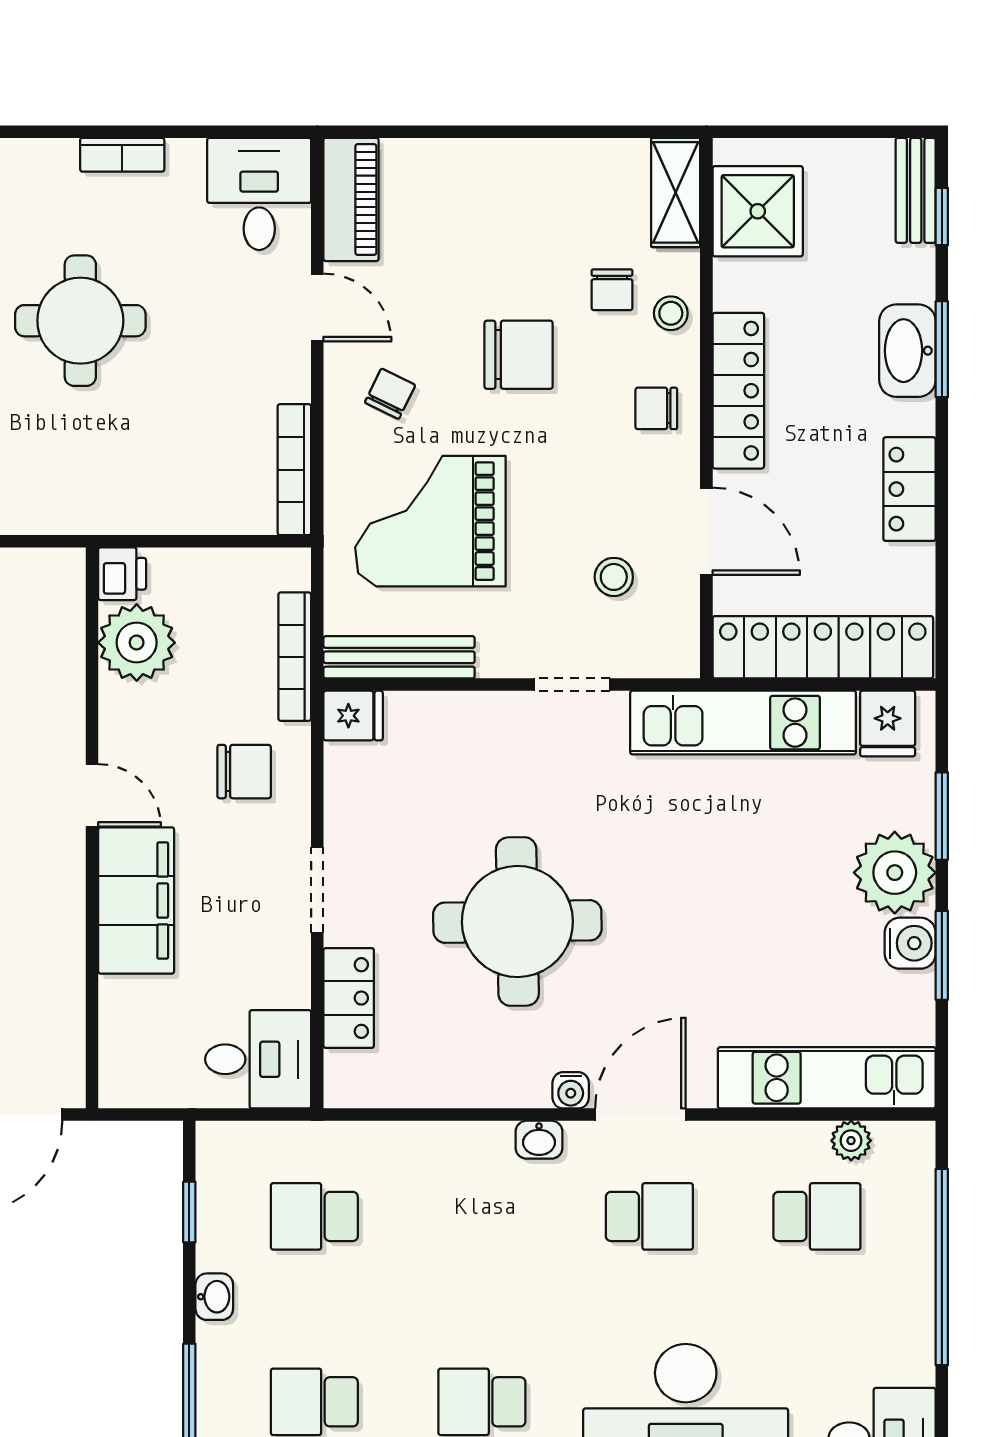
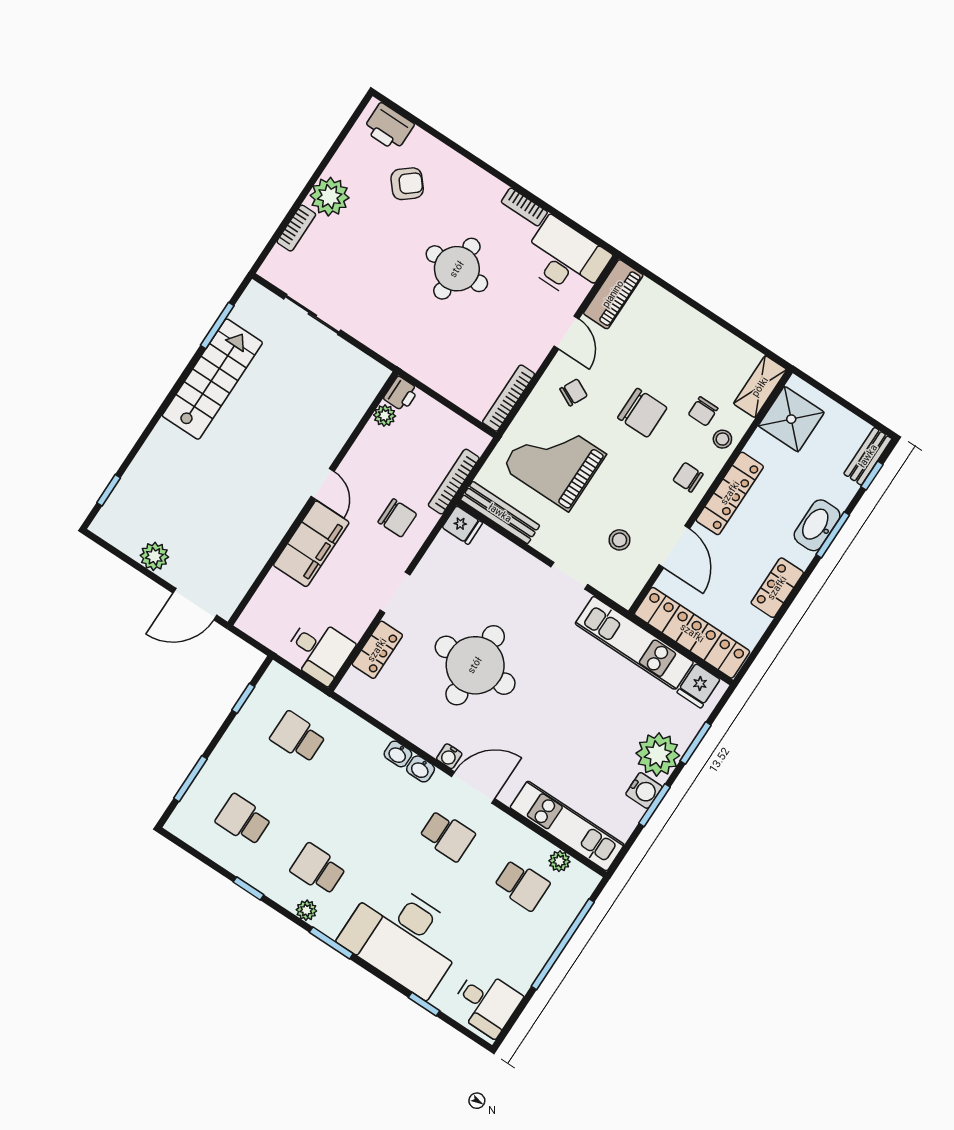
desk: (259, 194) -> (565, 259), width x1.37
plant: (137, 643) -> (385, 416), width x0.53, depth x0.53
washbasin: (214, 1297) -> (398, 754), moved, turned 90

